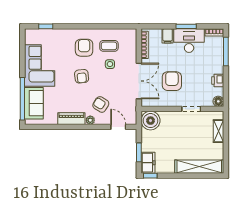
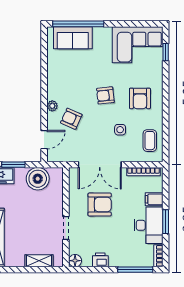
coffee table: (109, 46) -> (150, 141), moved
armchair: (84, 48) -> (140, 98), turned 90
corner sofa: (40, 65) -> (138, 45), moved
armchair: (101, 104) -> (71, 119), turned -98
piano: (71, 119) -> (54, 83), removed
boiler: (151, 121) -> (38, 179), moved

